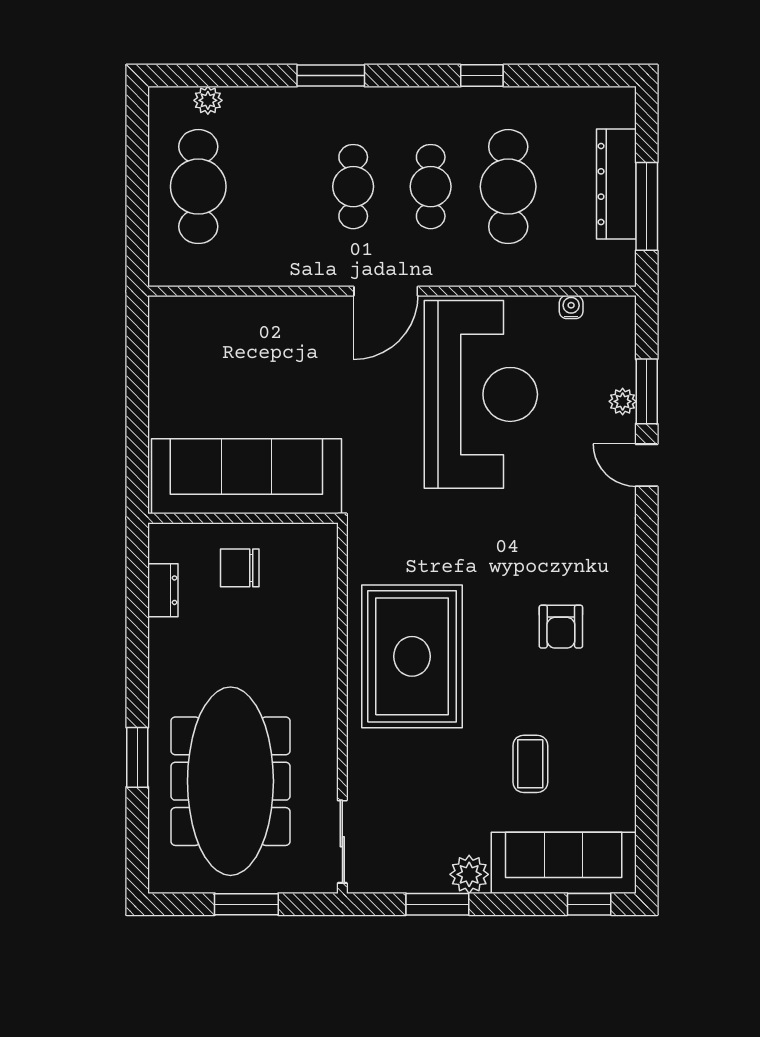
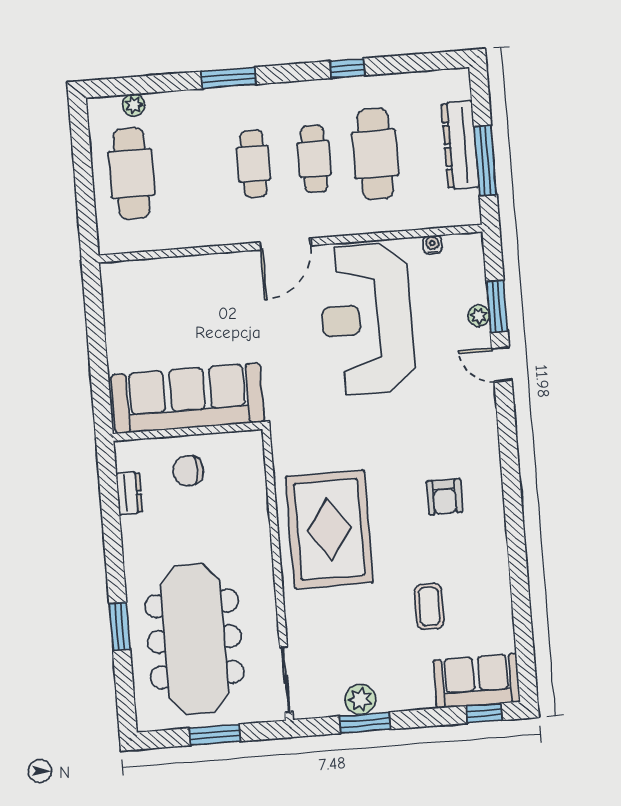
reception desk: (481, 394) -> (367, 319), turned 180
sofa: (564, 863) -> (477, 681), width x0.73
plant: (469, 874) -> (360, 699), moved

